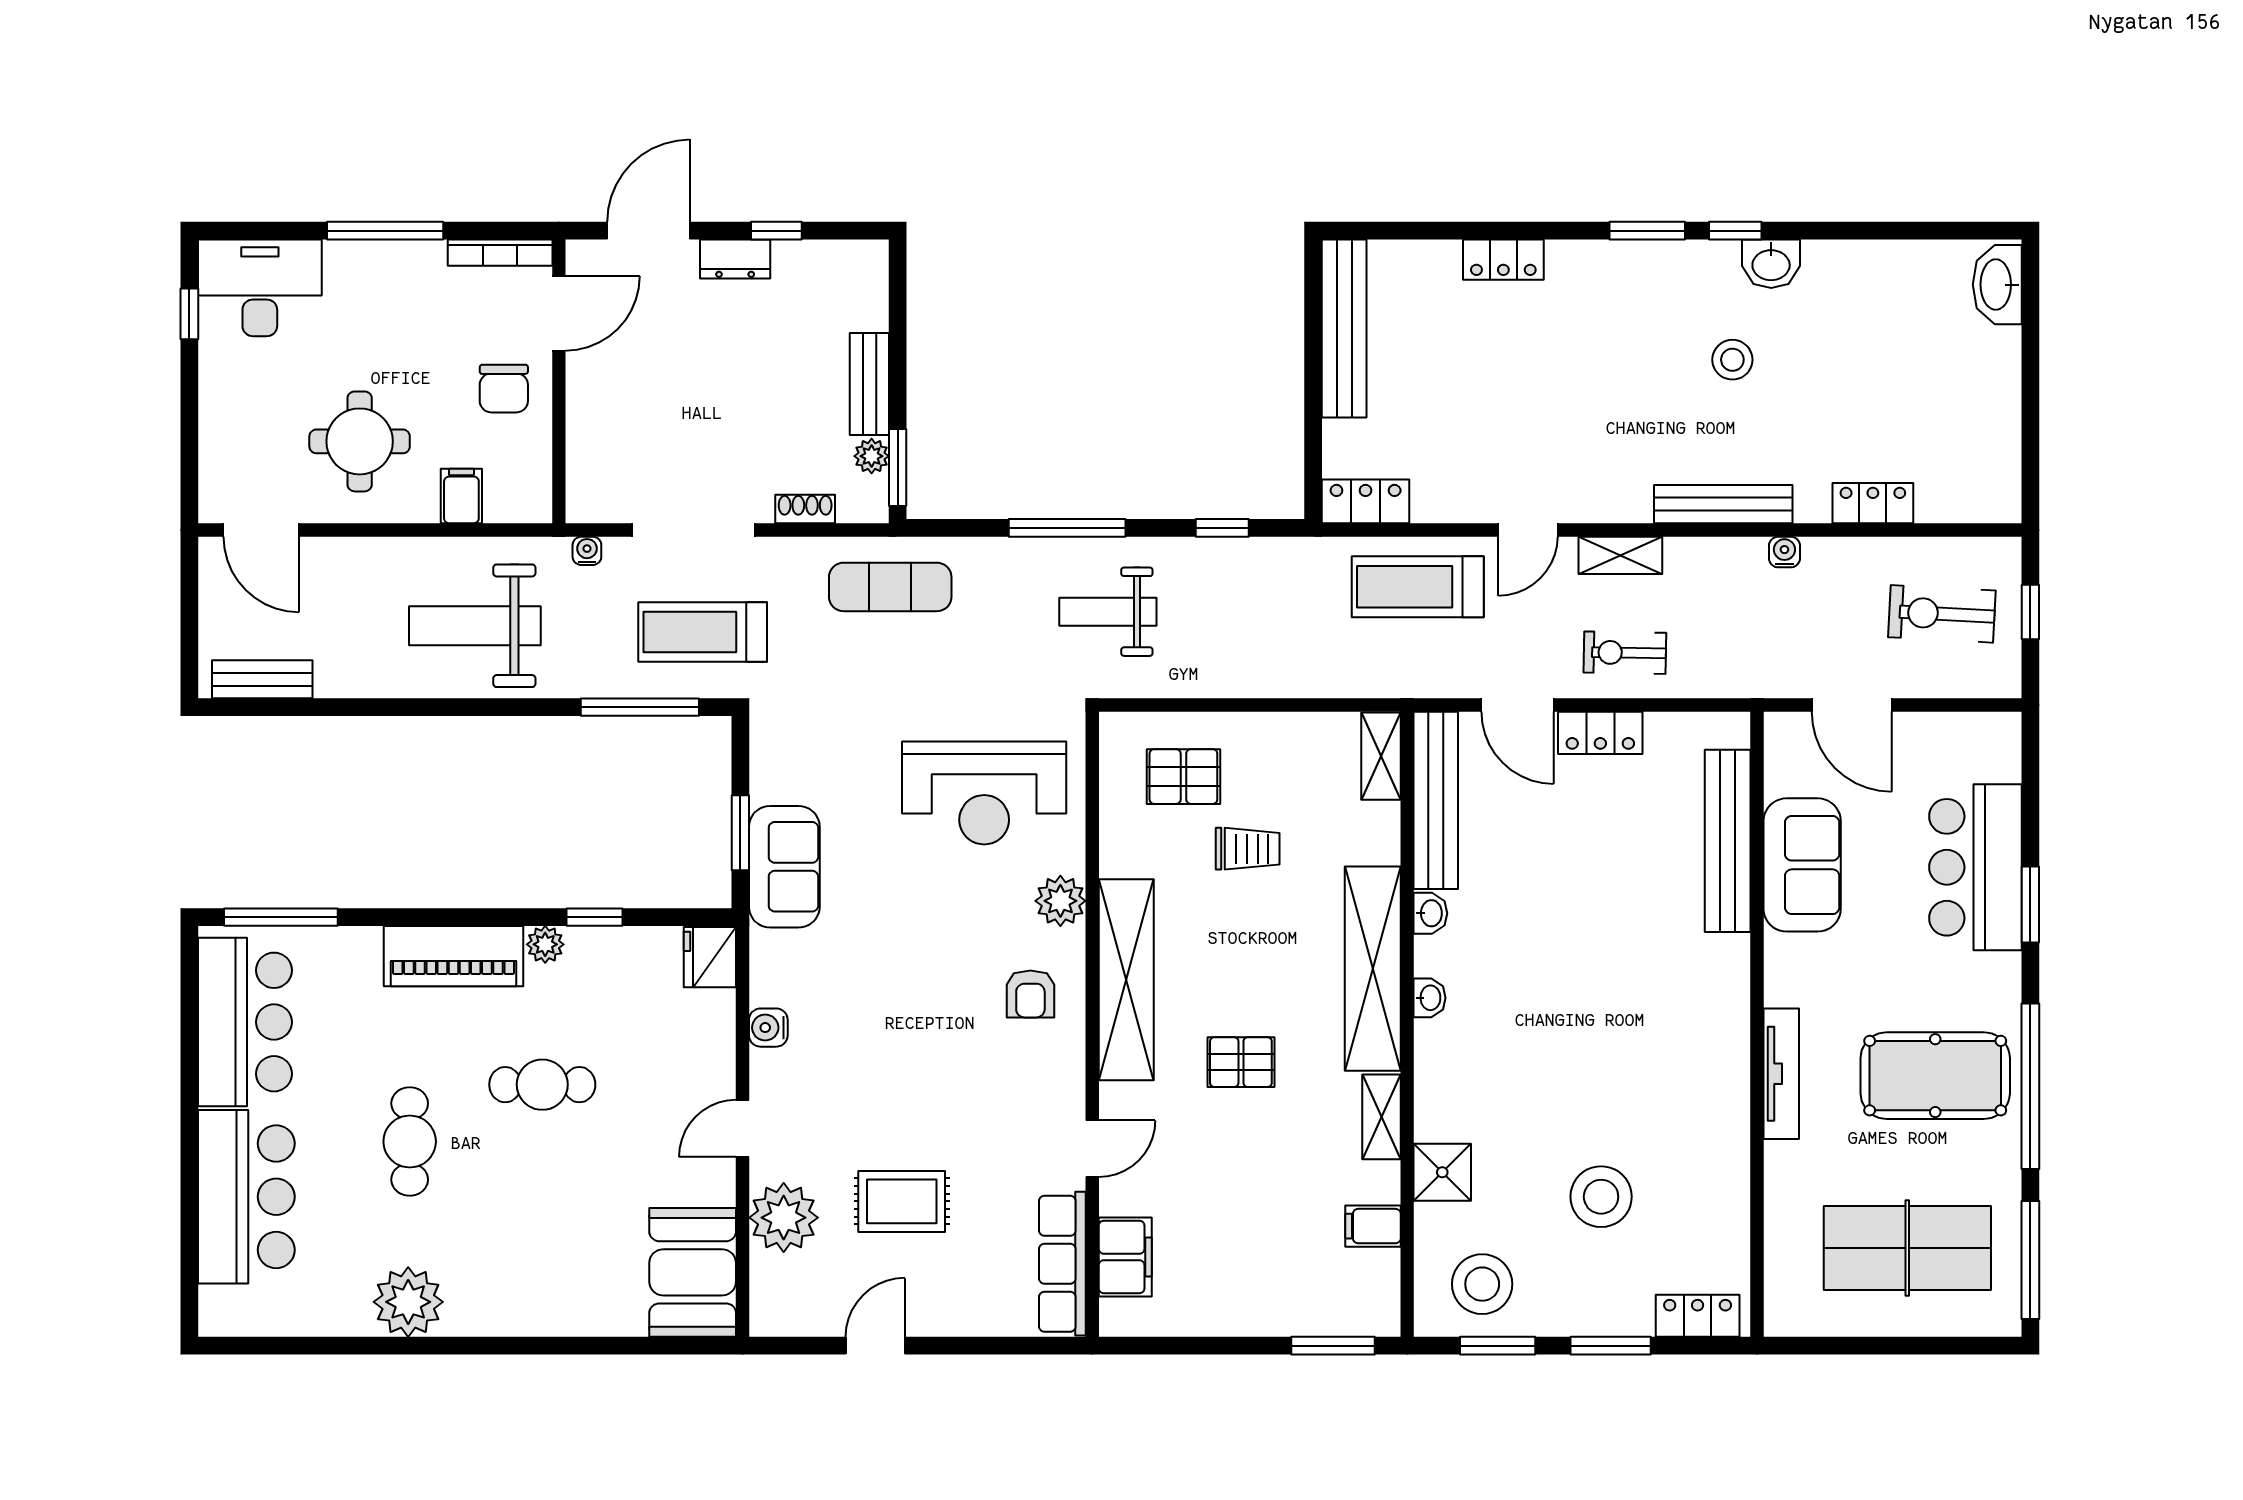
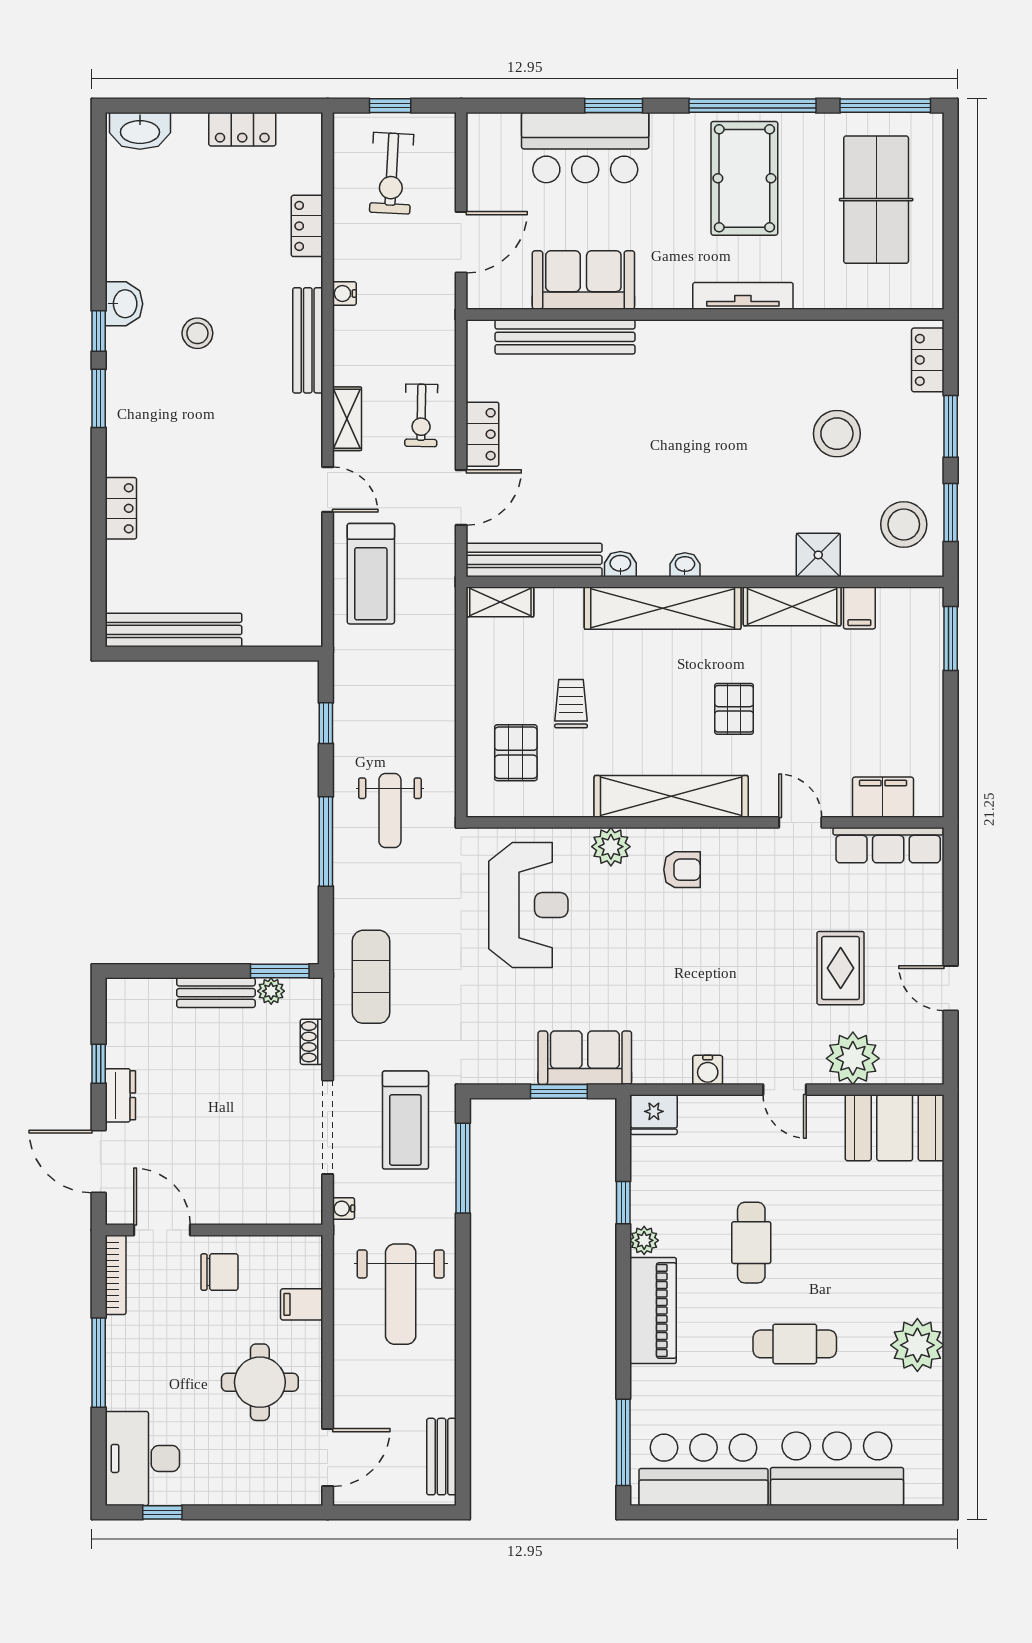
locker: (1366, 501) -> (242, 129), moved, turned -90
shelving: (1381, 1117) -> (792, 606), width x1.50, depth x1.33

